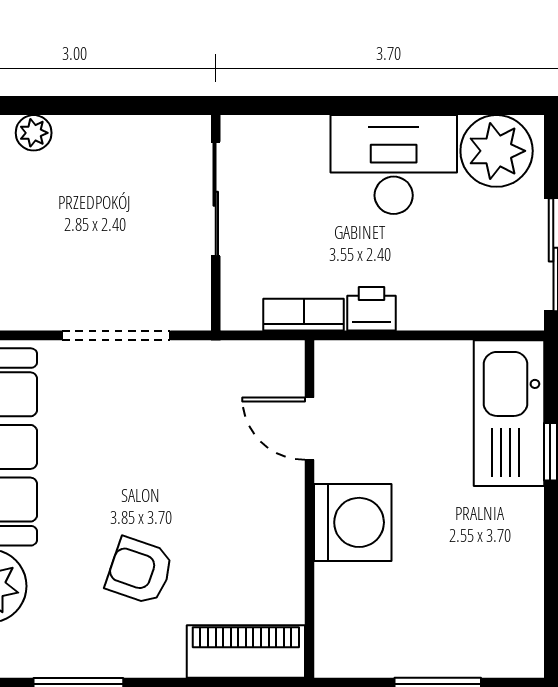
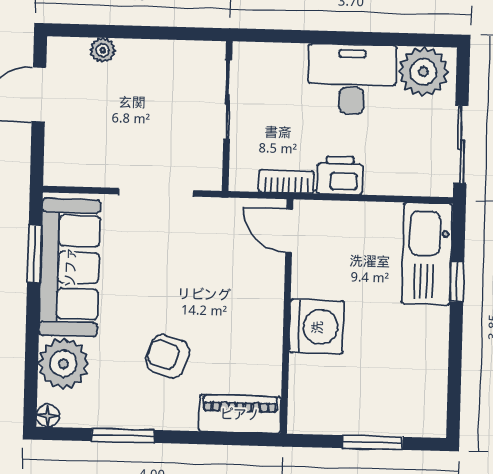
printer: (371, 309) -> (340, 175), width x1.36, depth x1.24
door: (310, 429) -> (289, 231), moved

